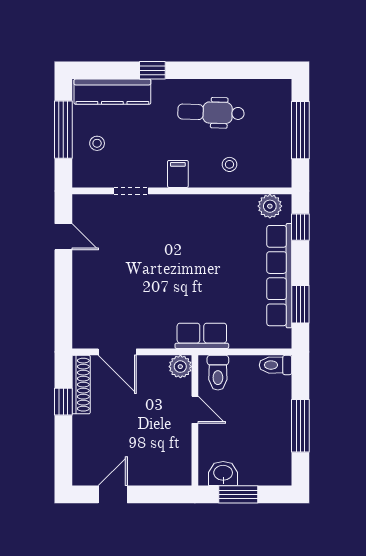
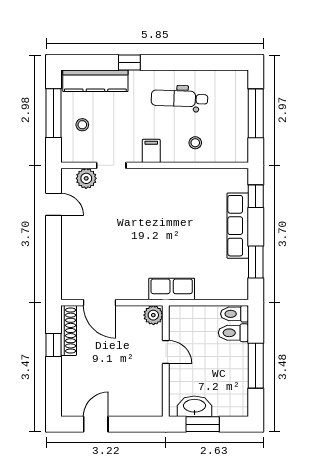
plant: (270, 206) -> (86, 178), moved
row of seats: (279, 276) -> (238, 226), width x0.73
toilet: (218, 373) -> (233, 333), moved, turned 90
washbasin: (223, 473) -> (194, 406), width x1.38

